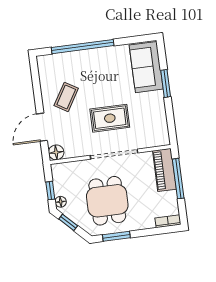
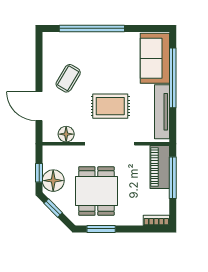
window: (166, 83) -> (173, 78), width x2.11
tv unit: (160, 117) -> (162, 112), added
door: (42, 127) -> (39, 106), hinge flipped
floor lamp: (56, 152) -> (66, 134), moved
floor lamp: (61, 202) -> (53, 181), width x1.89, depth x1.89

